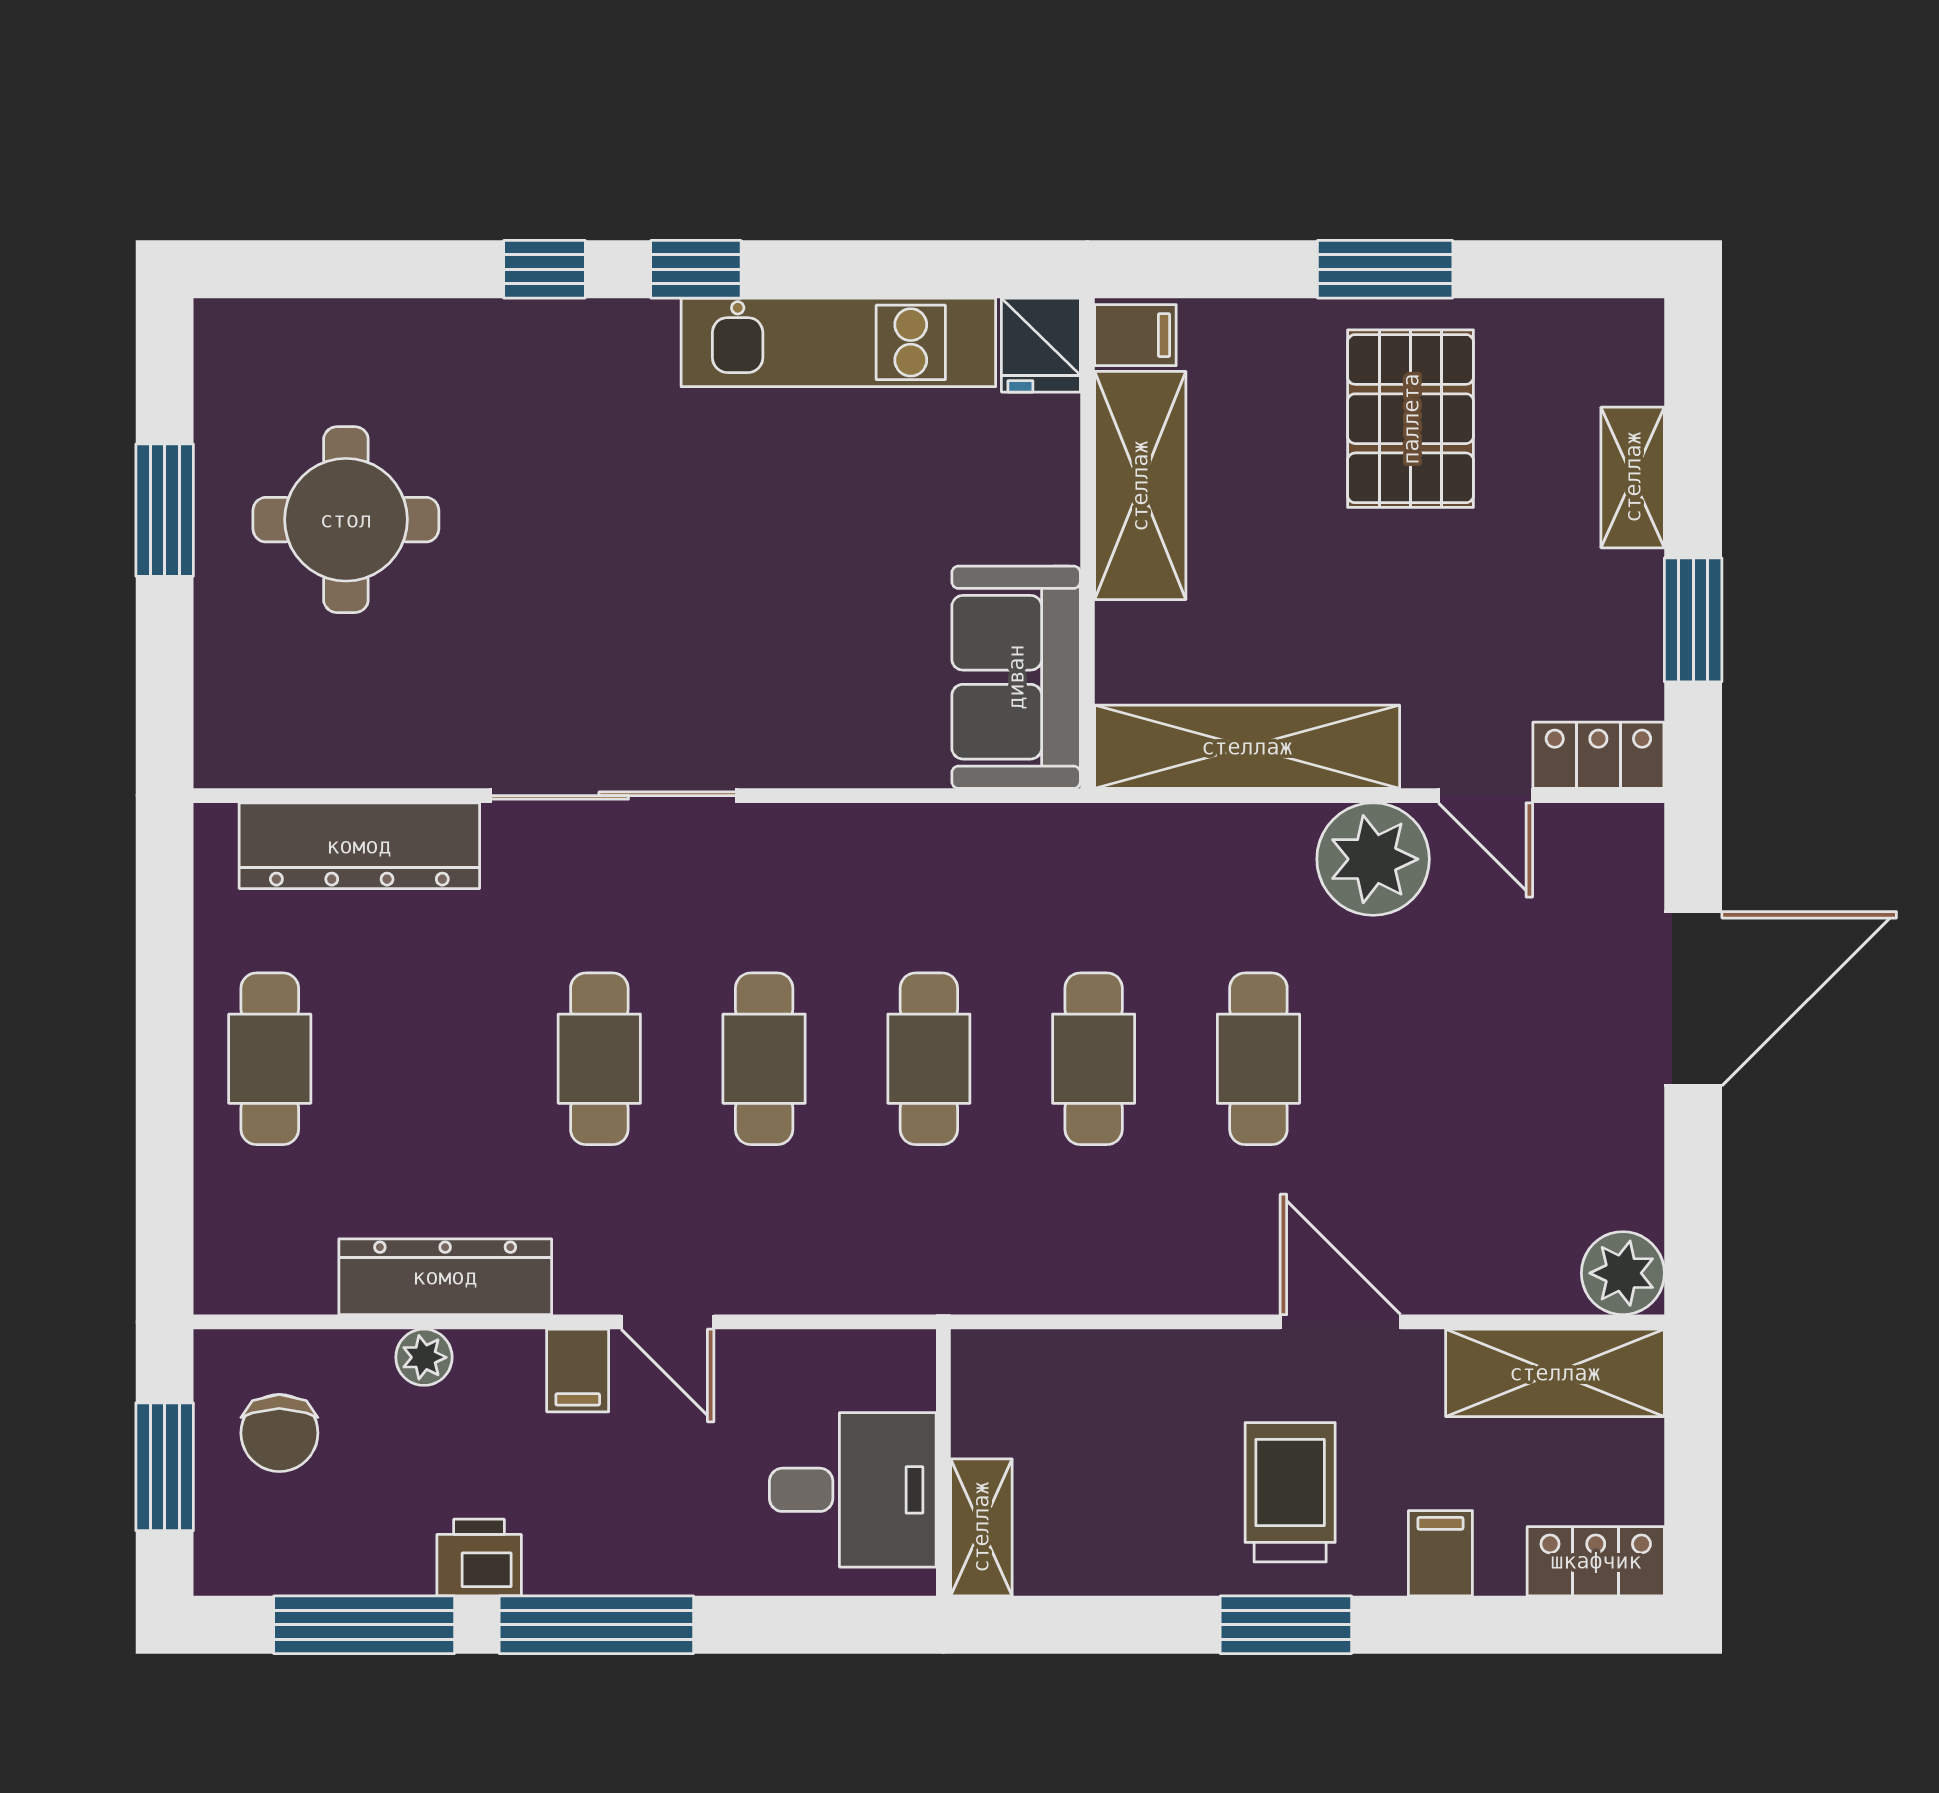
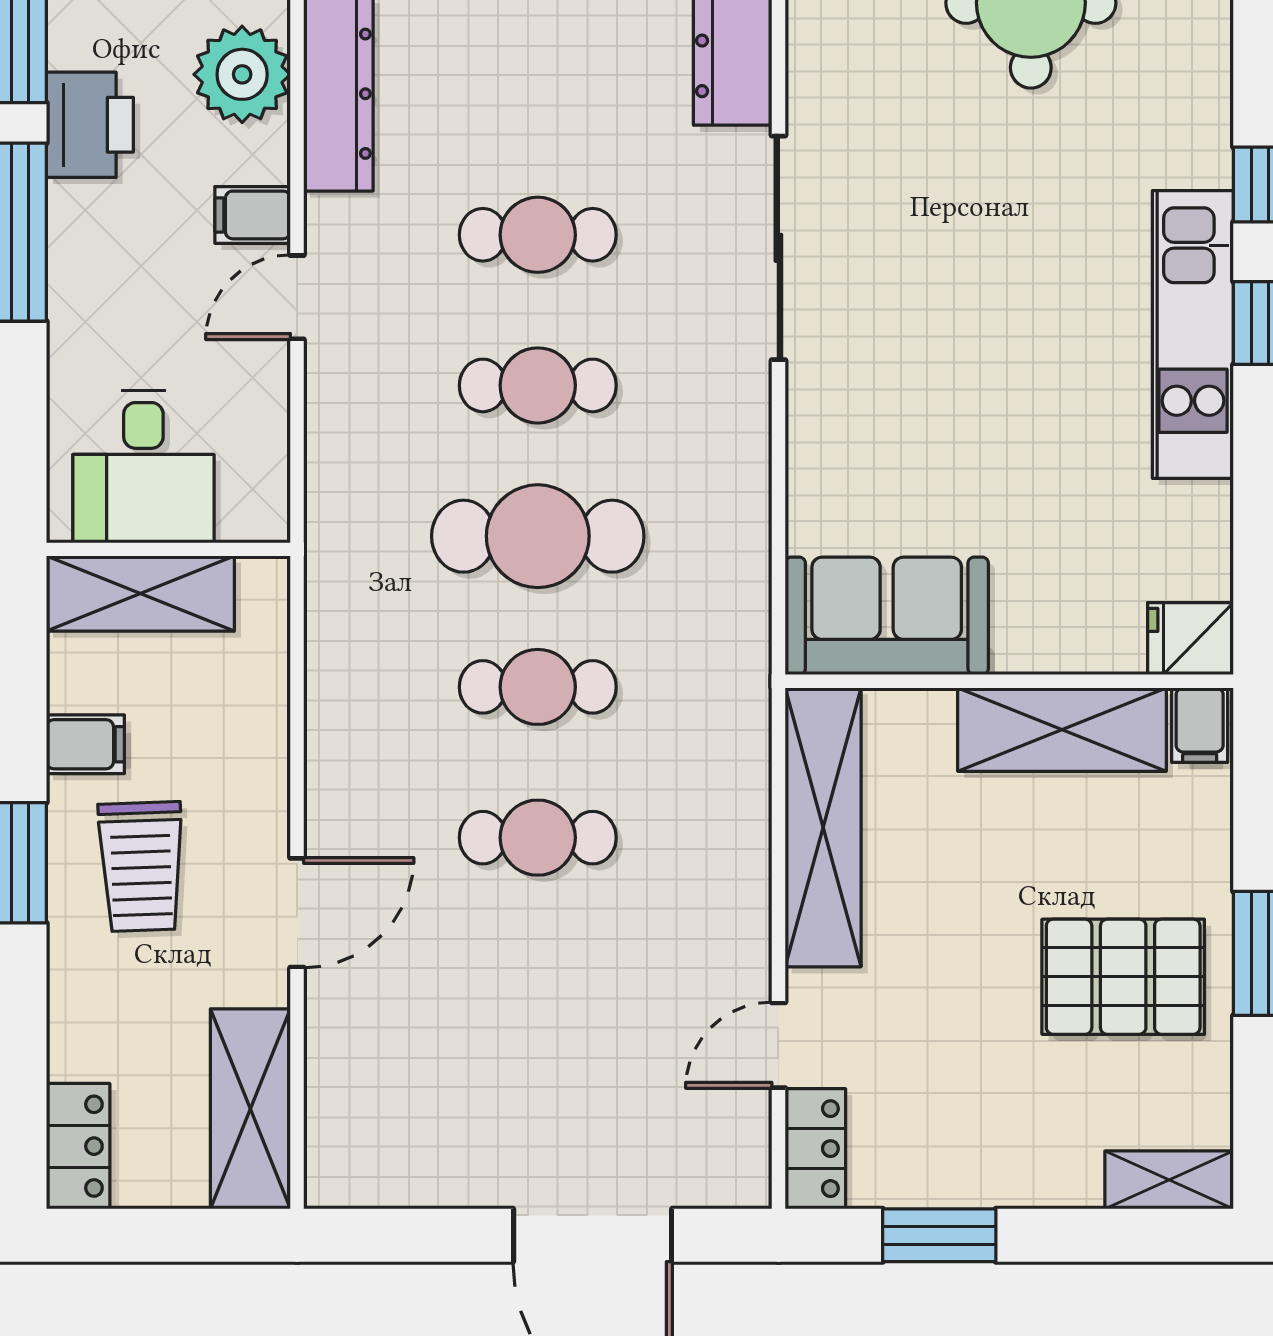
kitchen unit: (838, 342) -> (1193, 334), moved
shelving: (1633, 477) -> (1169, 1180), moved
plant: (1373, 859) -> (720, 942), removed
cafe table: (929, 1059) -> (538, 536), width x1.37, depth x1.35
plant: (1623, 1273) -> (342, 1171), removed
plant: (424, 1357) -> (242, 74), width x1.88, depth x1.88
trolley: (1290, 1492) -> (141, 867), turned 88
shelving: (981, 1527) -> (140, 594), width x1.50, depth x1.33
filing cabinet: (1440, 1553) -> (85, 744), moved
printer: (479, 1558) -> (90, 125), width x1.36, depth x1.24

